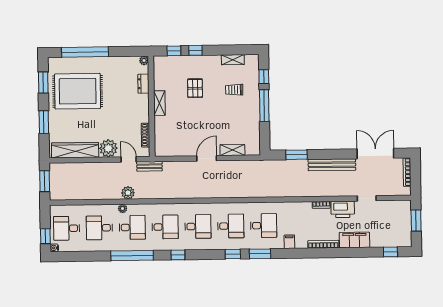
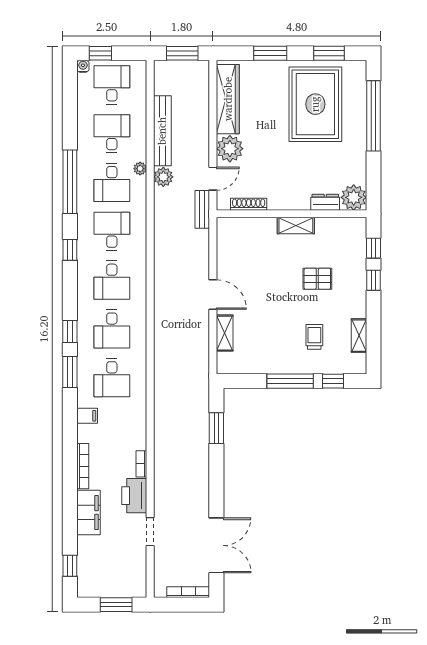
plant: (144, 60) -> (354, 197), width x1.88, depth x1.88
bench: (332, 165) -> (162, 131), moved
desk: (165, 227) -> (112, 231), turned 180

